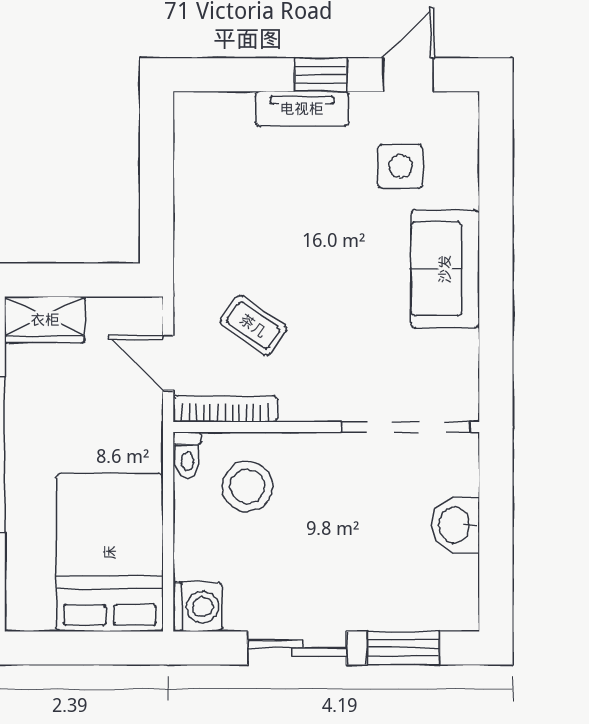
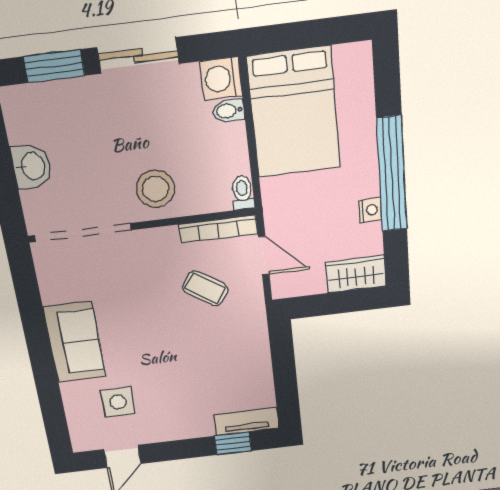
window: (321, 75) -> (233, 443), moved
tv unit: (302, 109) -> (246, 422), moved
nightstand: (20, 409) -> (370, 210), added
stool: (247, 486) -> (155, 189), moved
bidet: (193, 565) -> (228, 111), added

